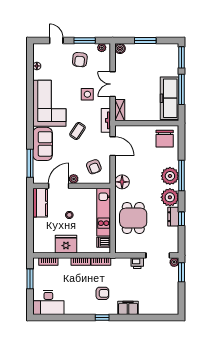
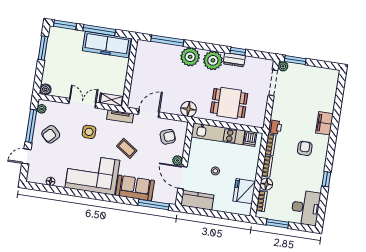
window: (85, 41) -> (31, 126), width x1.44
window: (145, 41) -> (43, 48), moved
armchair: (80, 60) -> (51, 134), turned 129
double door: (113, 84) -> (82, 103), swing flipped
chair: (165, 139) -> (149, 56), removed
window: (182, 176) -> (167, 41), moved
fridge: (66, 244) -> (244, 191), moved
floor lamp: (64, 263) -> (266, 184), added
printer: (137, 263) -> (275, 127), moved
window: (102, 317) -> (326, 179), moved

